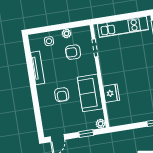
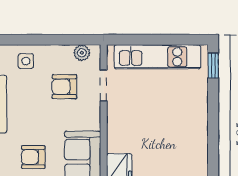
plant: (67, 34) -> (82, 53), moved
armchair: (62, 95) -> (33, 157), turned 90

